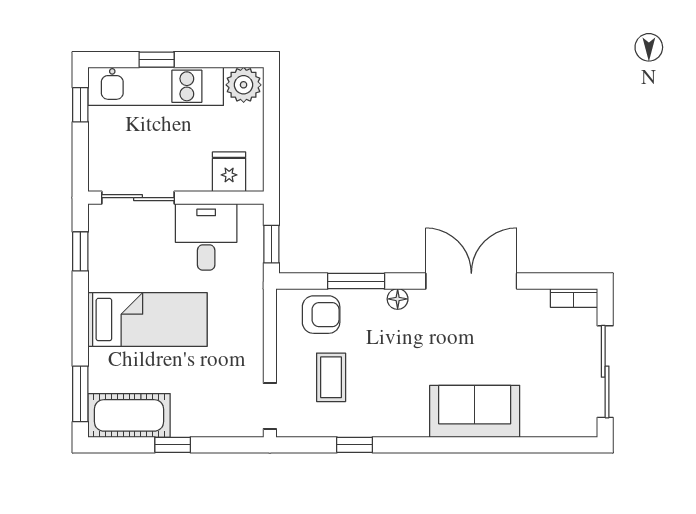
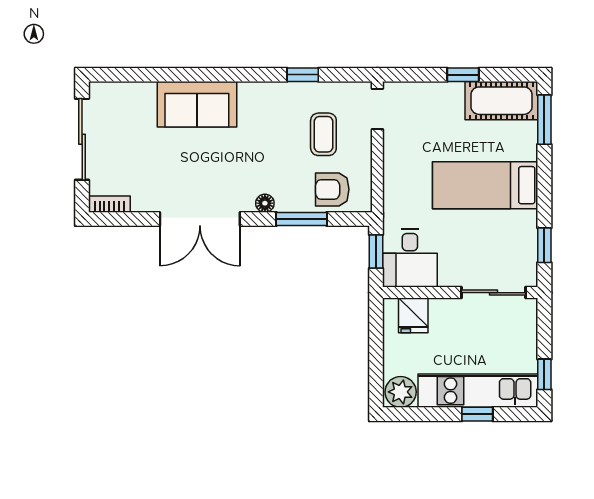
desk: (206, 237) -> (410, 258), moved

